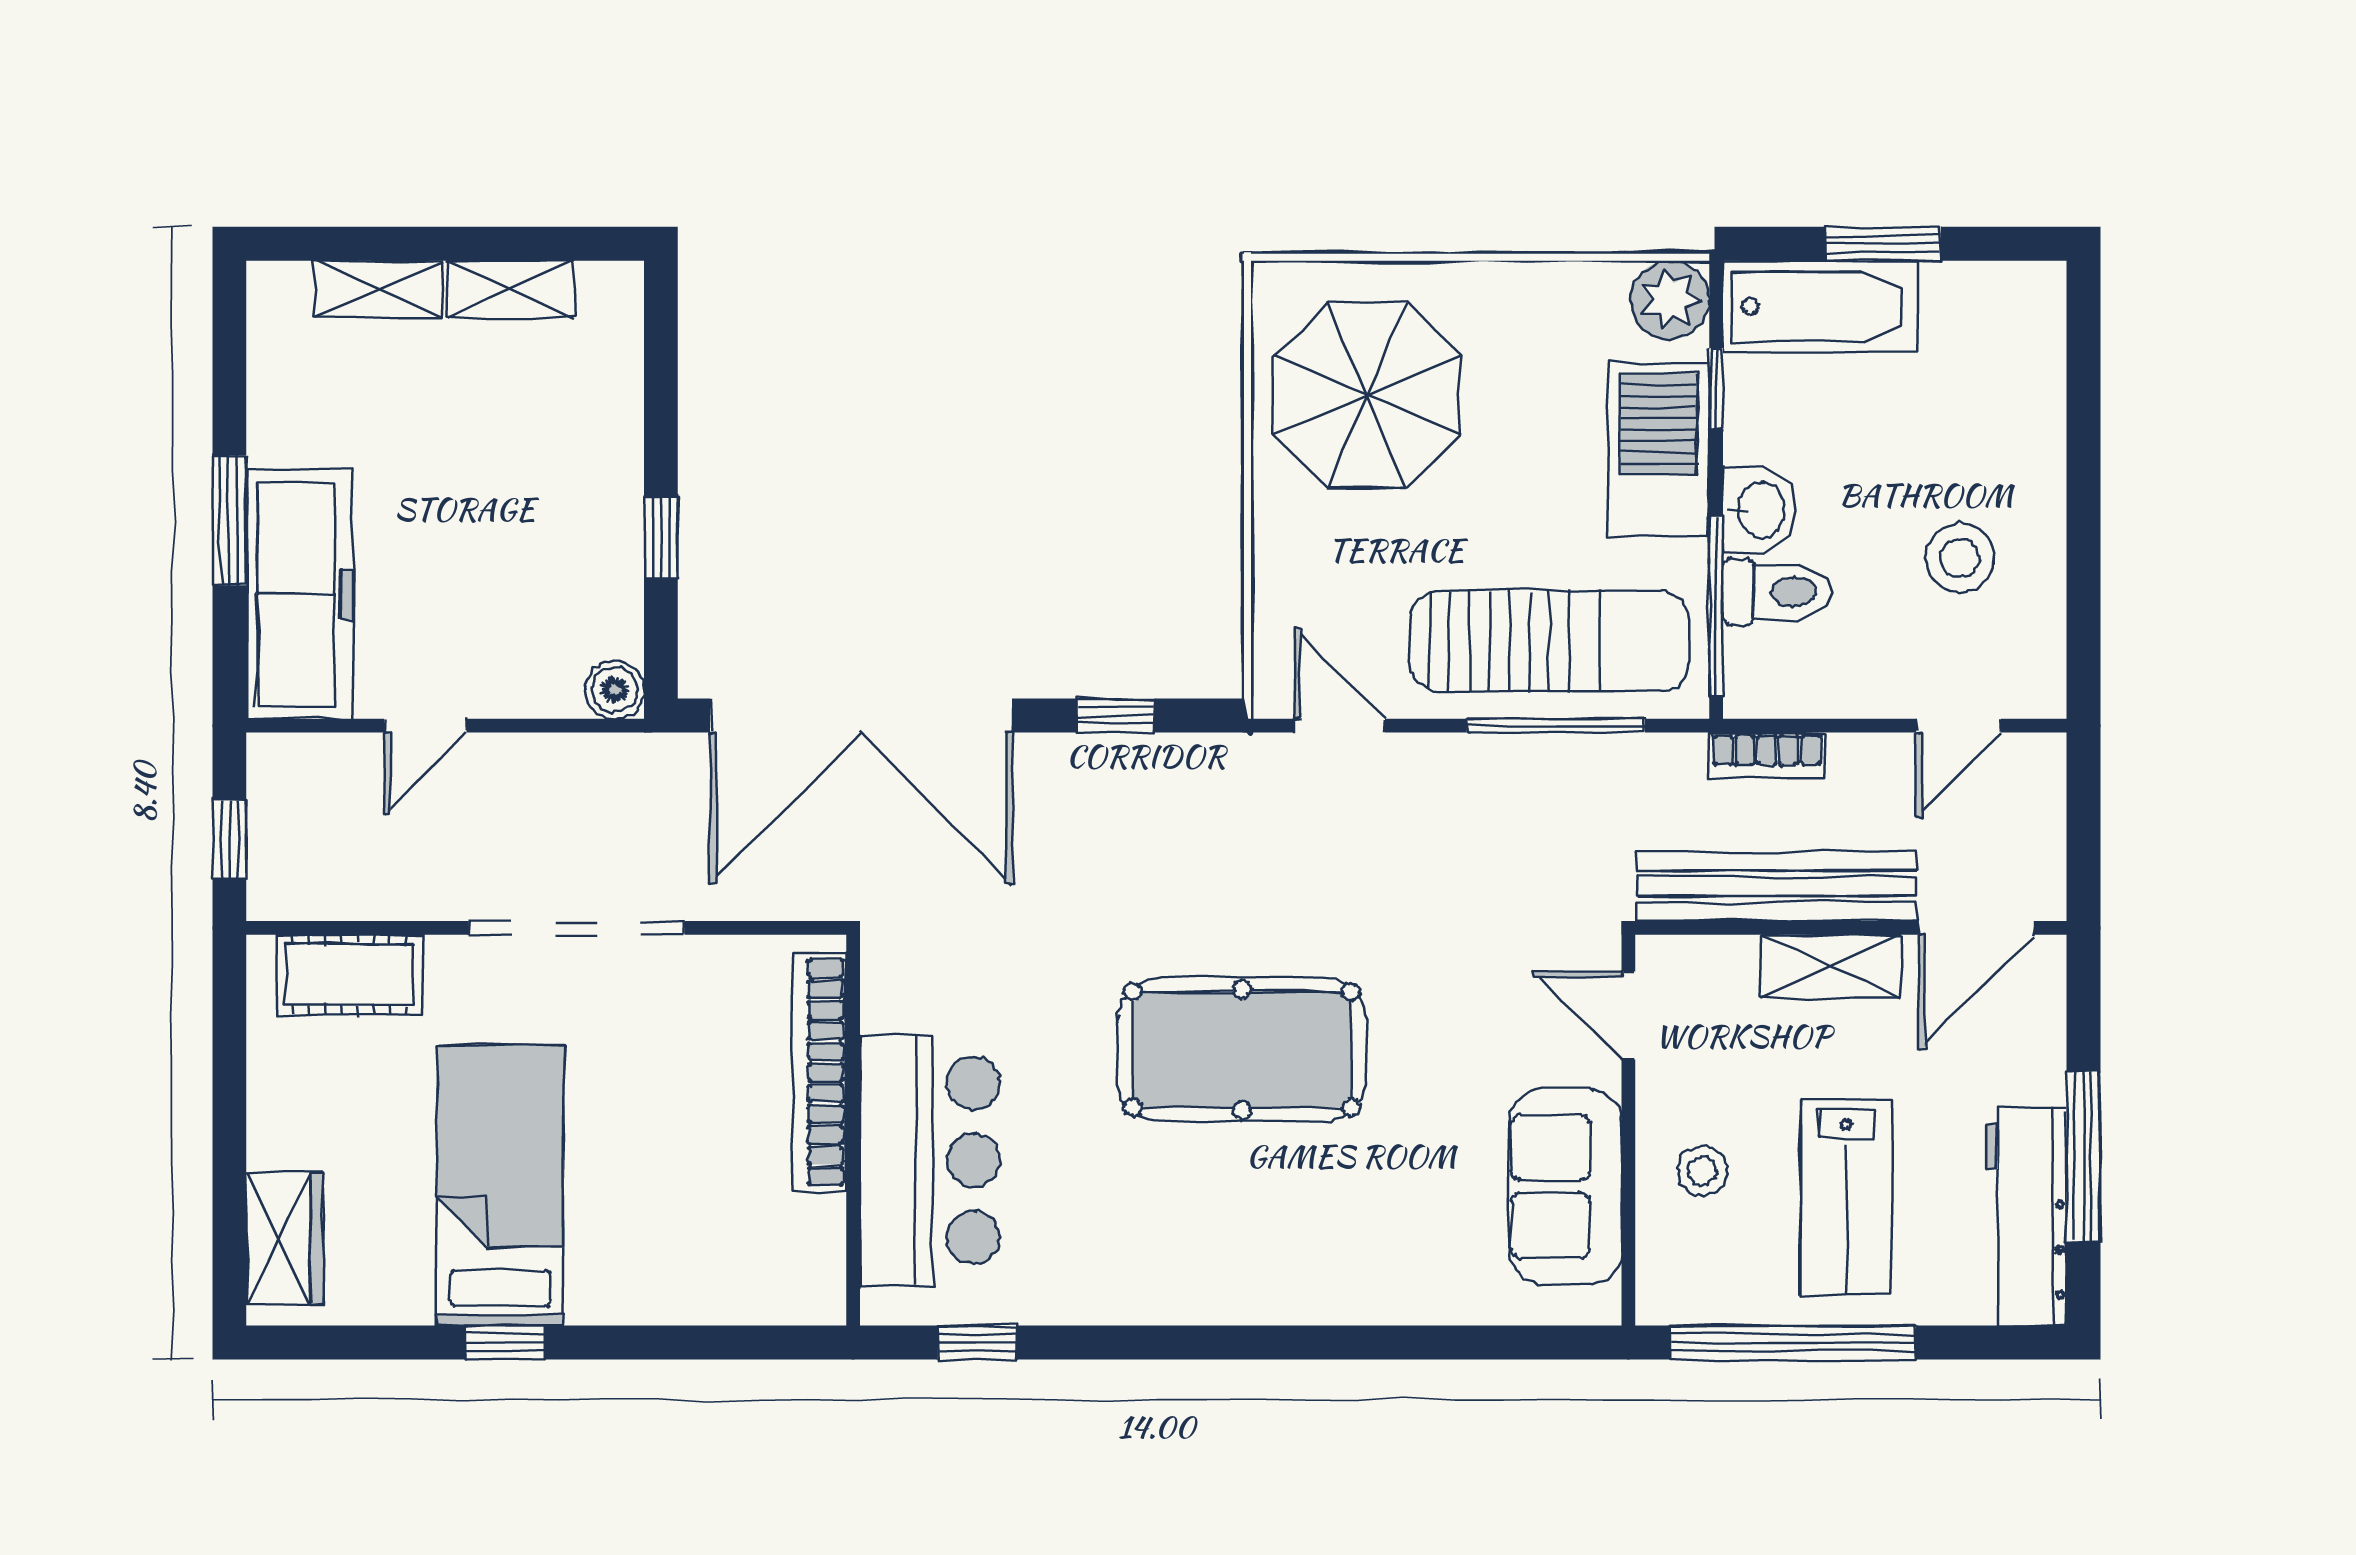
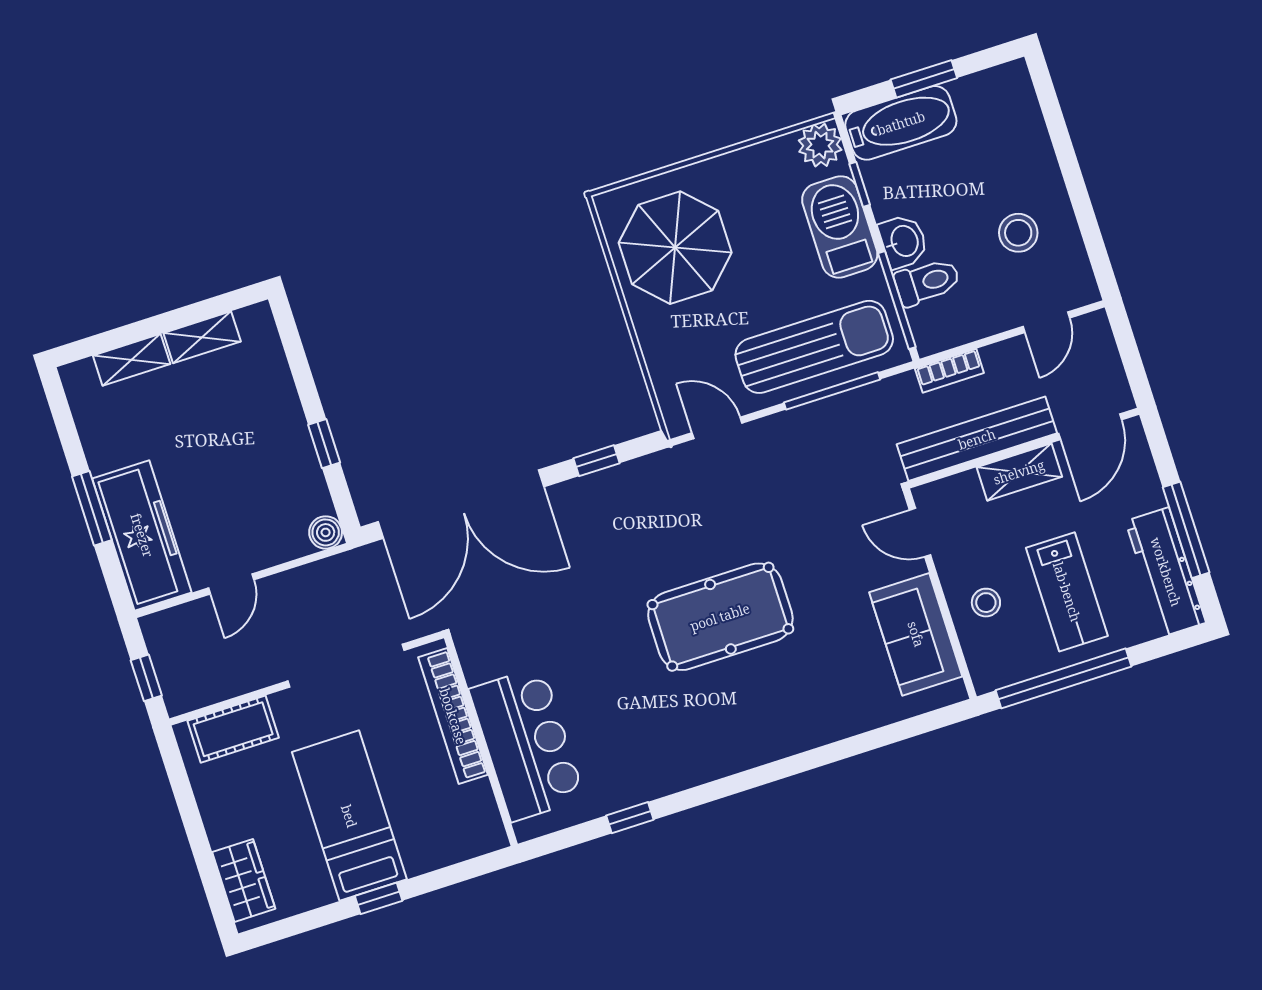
bookcase: (819, 1072) -> (453, 716), moved
wall: (853, 1130) -> (481, 741), moved
bar counter: (930, 1160) -> (527, 744), moved

